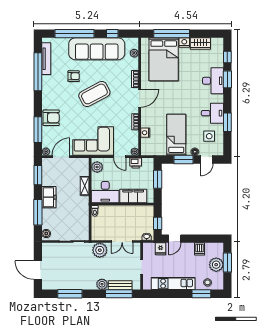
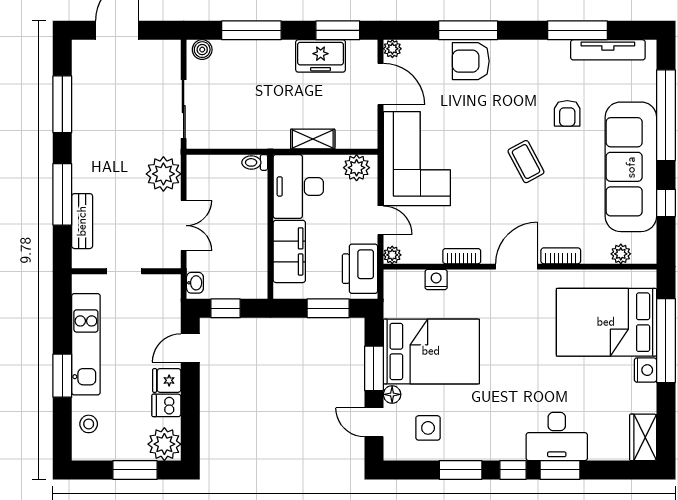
wardrobe: (200, 44) -> (643, 437), moved
window: (227, 57) -> (513, 470), moved
window: (38, 72) -> (577, 30), width x0.68
coffee table: (94, 94) -> (526, 162), width x0.54, depth x0.58
door: (140, 98) -> (517, 267), swing flipped
desk: (212, 113) -> (481, 435), removed
armchair: (51, 118) -> (471, 61), turned 90
window: (38, 130) -> (468, 30), moved
bed: (176, 135) -> (431, 351), width x1.50
door: (120, 157) -> (381, 220), swing flipped
printer: (136, 163) -> (360, 269), width x1.87, depth x1.48
freezer: (49, 197) -> (321, 56), moved
door: (175, 239) -> (190, 348), hinge flipped
double door: (122, 241) -> (184, 226), swing flipped
fridge: (161, 249) -> (167, 380), moved
plant: (216, 265) -> (164, 444), moved
plant: (102, 284) -> (84, 179), removed
window: (119, 294) -> (62, 194), moved
window: (201, 294) -> (62, 376), moved

